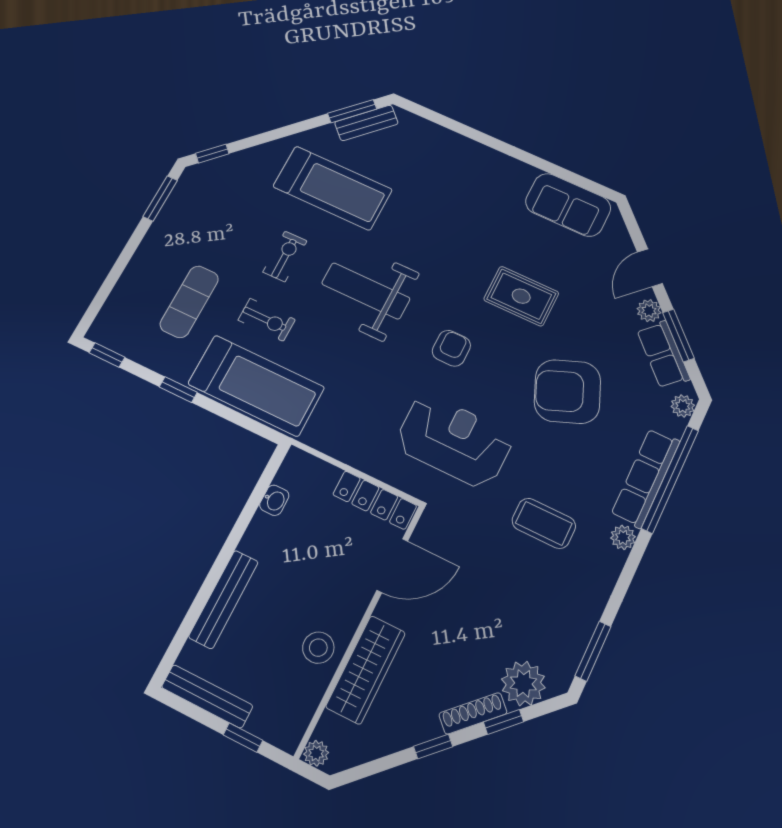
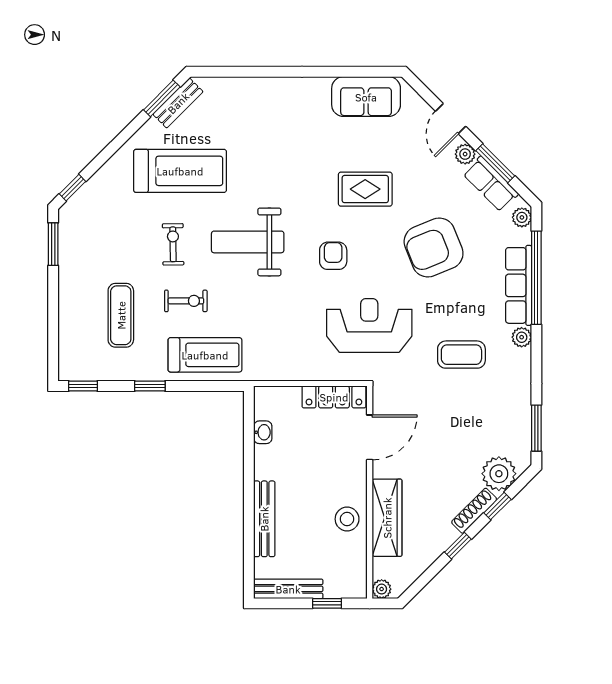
treadmill: (256, 386) -> (205, 355), width x0.73, depth x0.73

